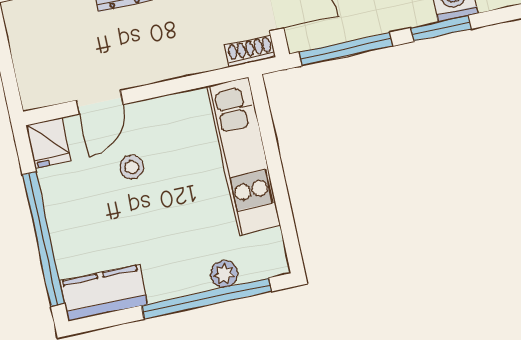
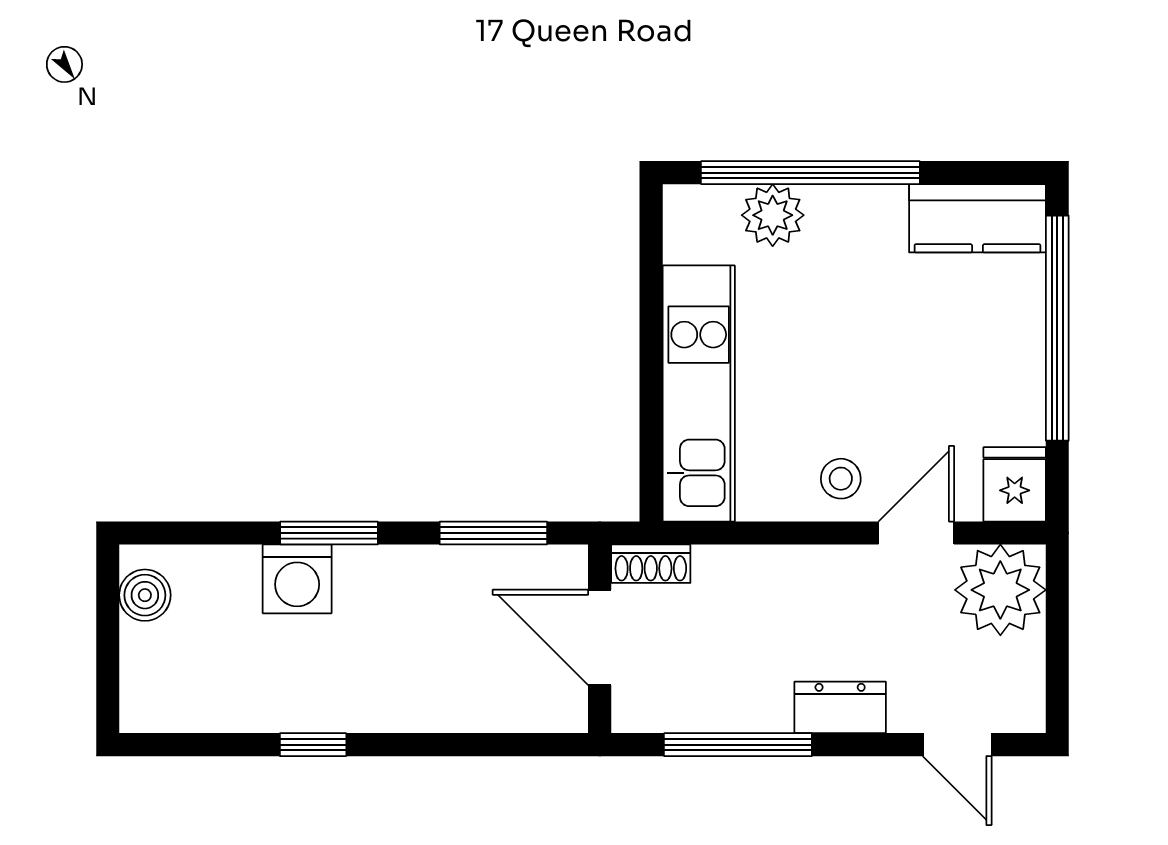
window: (346, 49) -> (493, 533), width x0.69
plant: (44, 80) -> (1000, 590), added
stool: (132, 167) -> (841, 479), moved
plant: (224, 274) -> (773, 215), width x1.38, depth x1.38

